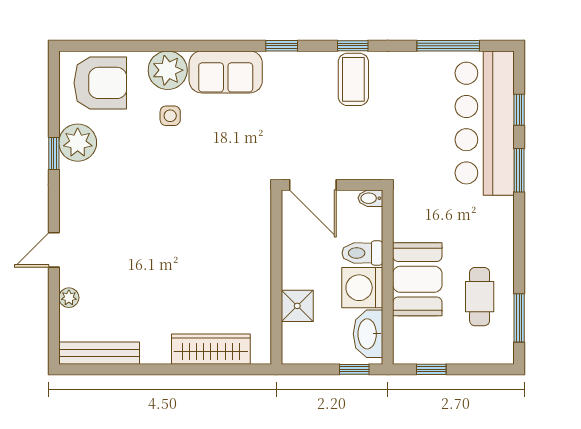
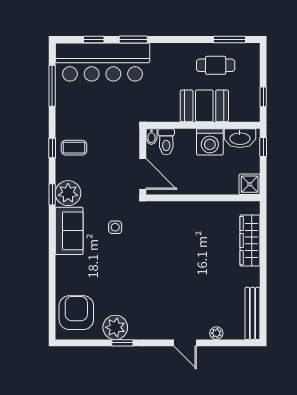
plant: (168, 70) -> (68, 193), moved
coffee table: (353, 79) -> (74, 148), width x0.73, depth x0.77
side table: (170, 116) -> (115, 227), moved
door: (313, 185) -> (143, 174), hinge flipped
toilet: (362, 253) -> (166, 142), moved
shower: (297, 306) -> (250, 184), moved

